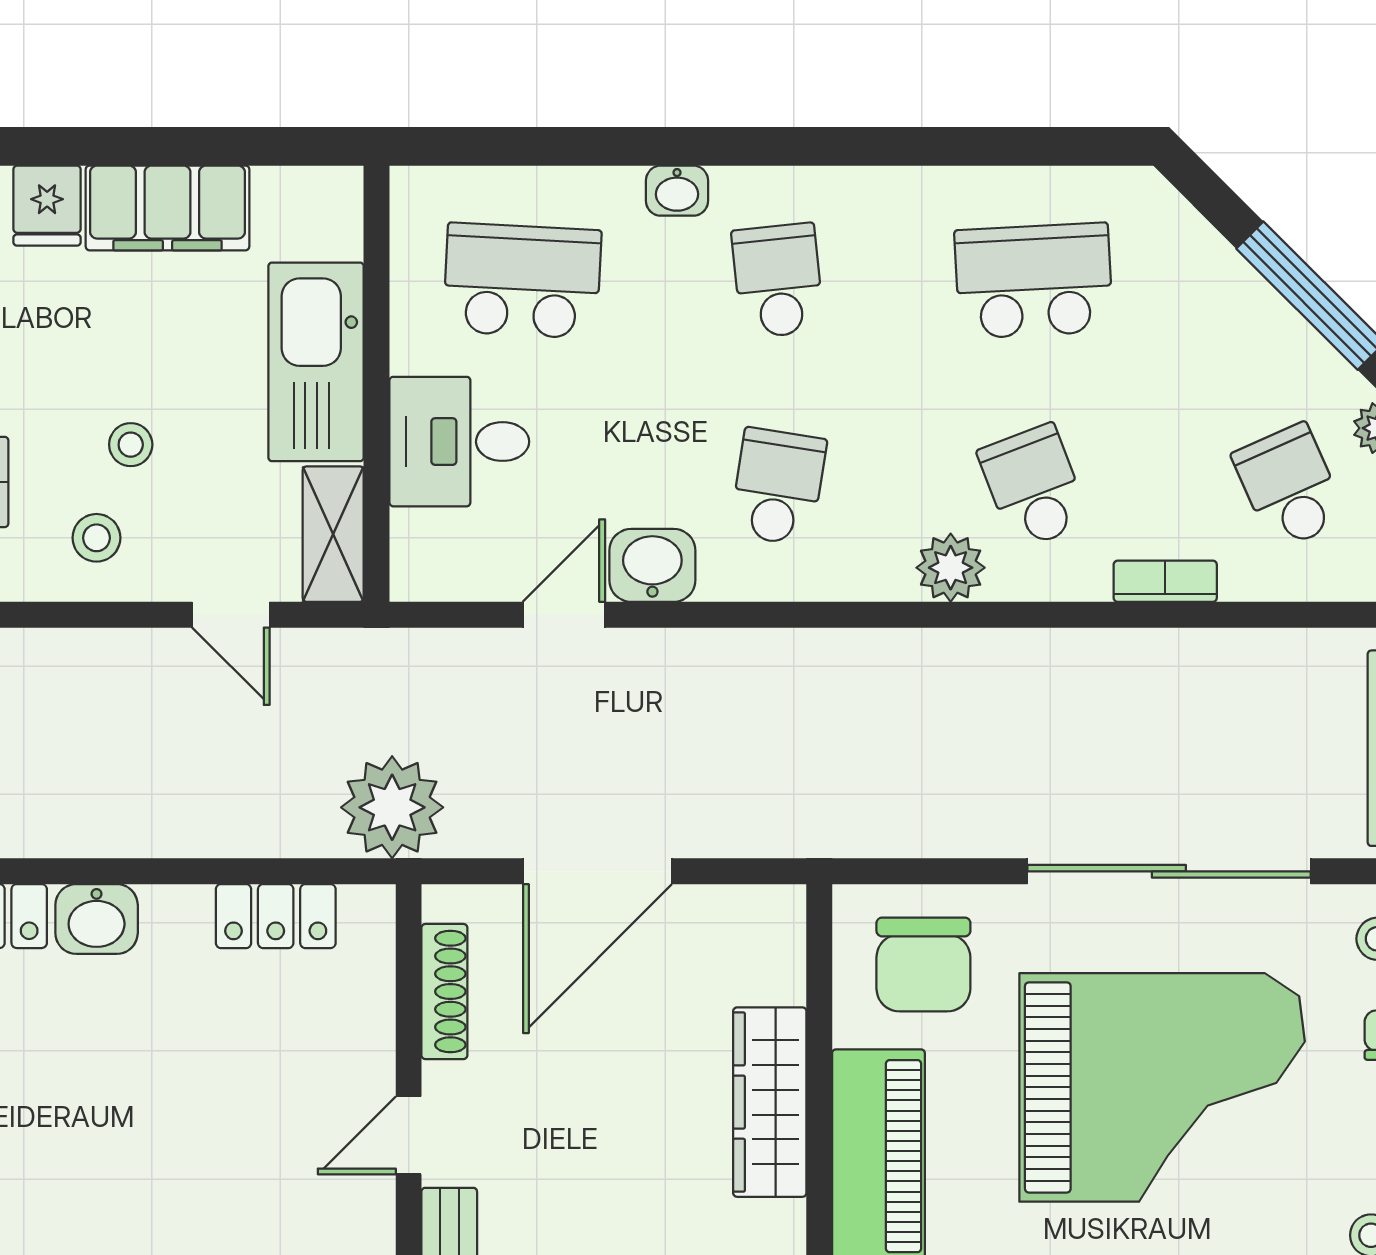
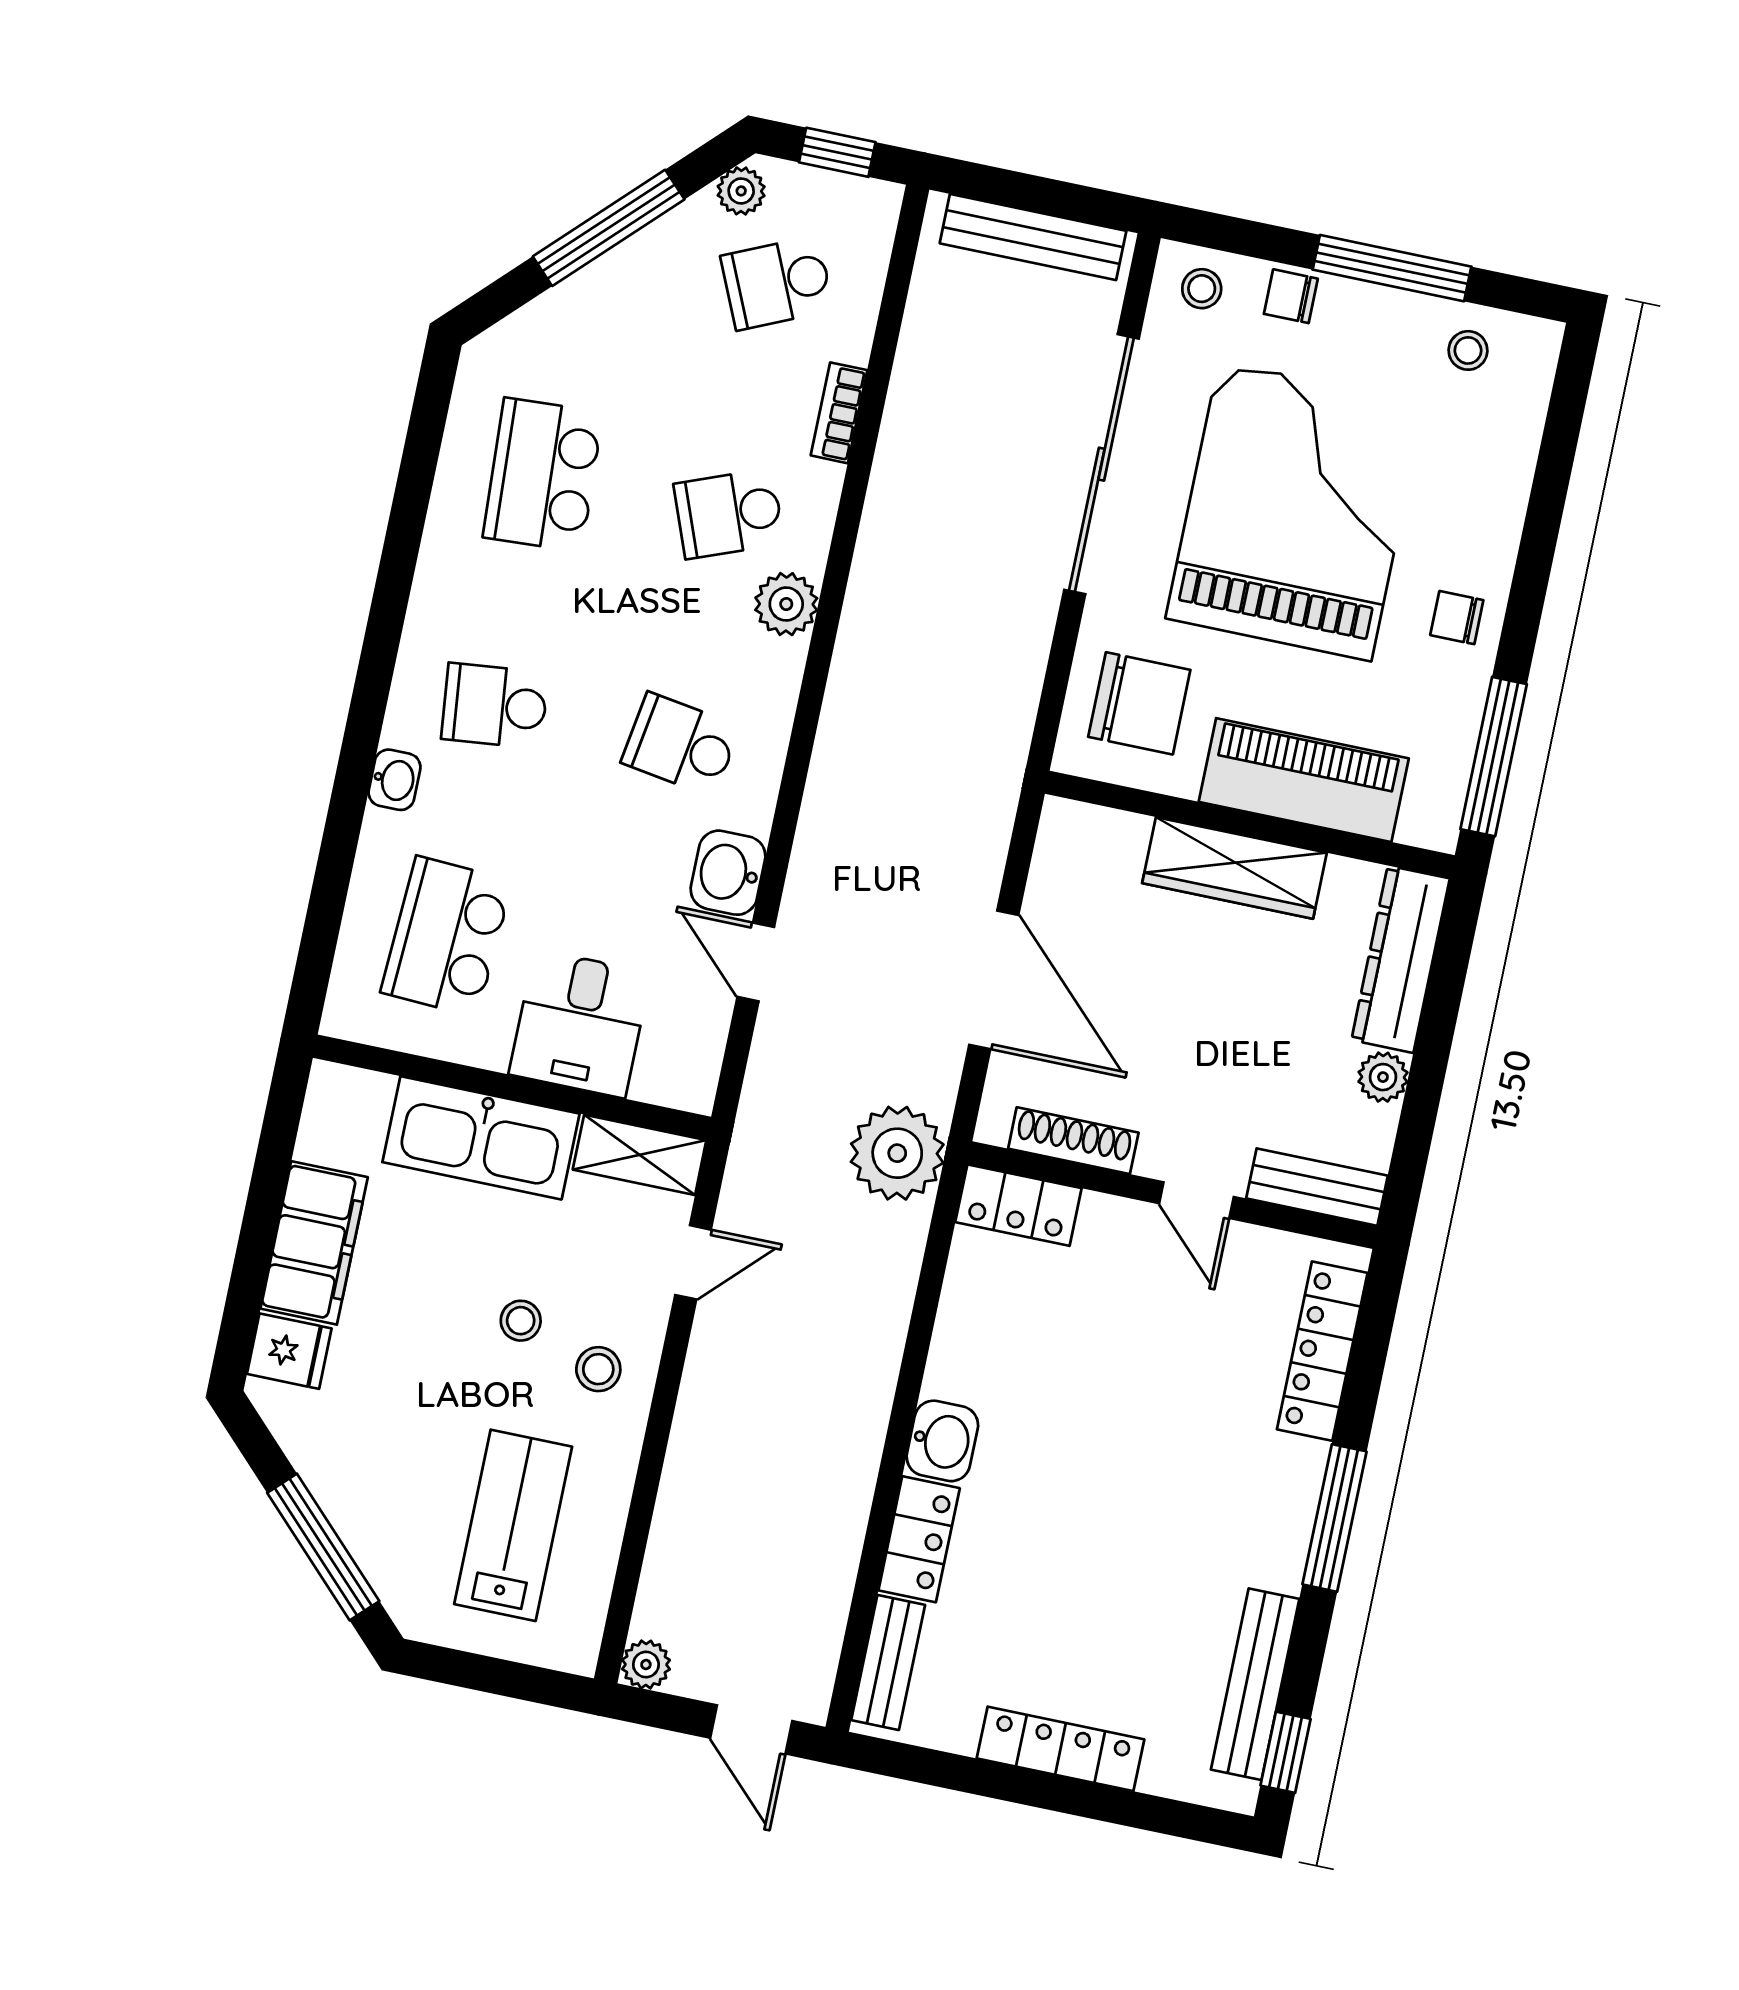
locker: (276, 916) -> (1018, 1205), moved, turned 90

